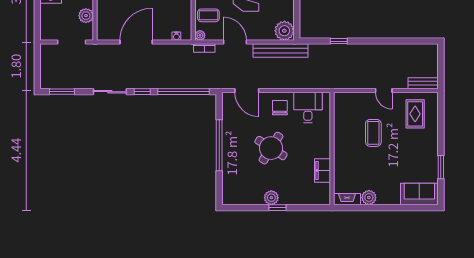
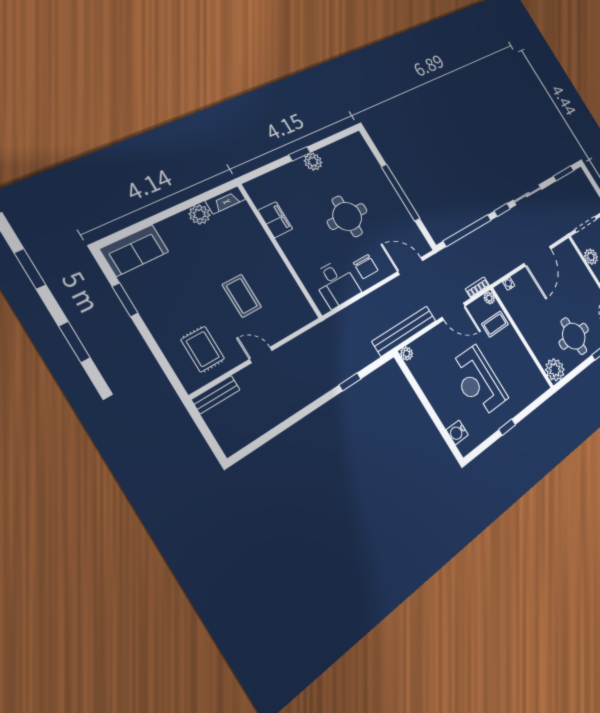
plant: (284, 31) -> (407, 354), width x0.53, depth x0.53
round table: (271, 148) -> (347, 216), turned -32

